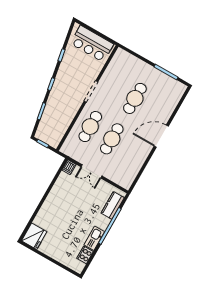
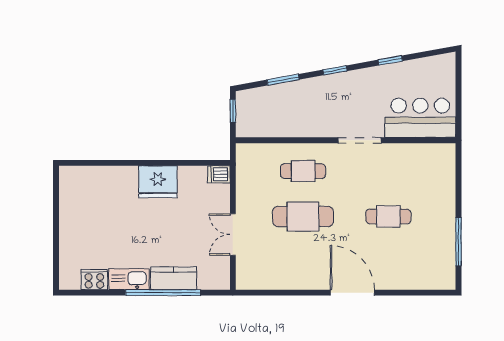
bar counter: (92, 44) -> (420, 118), moved, turned 90
cafe table: (135, 98) -> (388, 216), width x0.73, depth x0.74
cafe table: (90, 127) -> (303, 171), width x0.73, depth x0.74
double door: (92, 171) -> (233, 234), moved
kitchen counter: (113, 205) -> (174, 278), moved
fridge: (34, 236) -> (158, 182), moved

